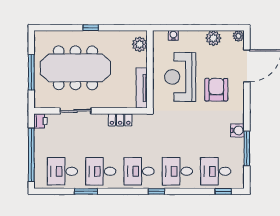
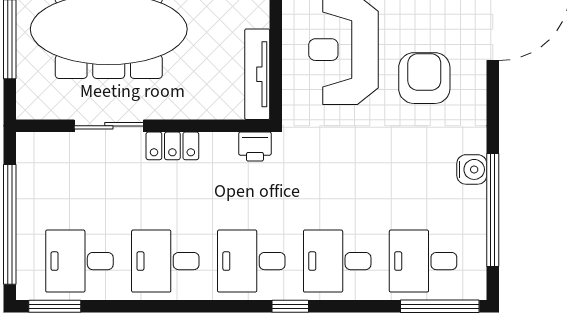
locker: (120, 120) -> (172, 146), moved
printer: (41, 121) -> (255, 147), moved, turned 90
window: (247, 148) -> (493, 210), width x1.46
window: (86, 191) -> (55, 306), moved
window: (223, 191) -> (440, 306), width x2.17

